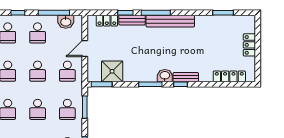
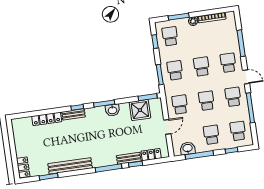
bench: (170, 21) -> (70, 166), moved
locker: (249, 45) -> (23, 167), moved
washbasin: (165, 76) -> (112, 110), moved
locker: (229, 76) -> (47, 119), moved

